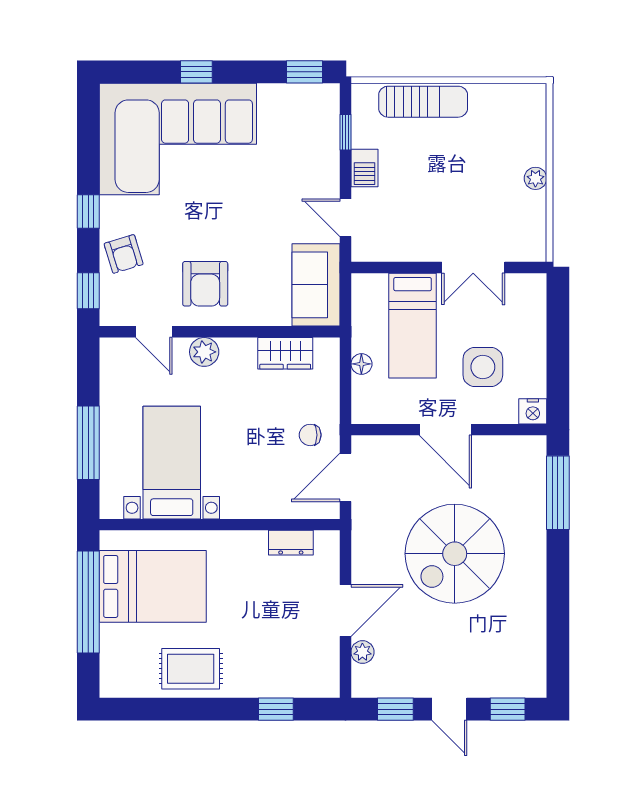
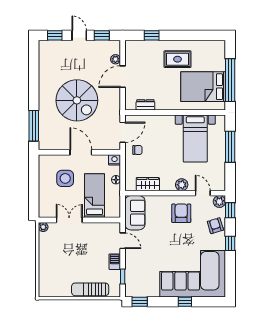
plant: (535, 178) -> (43, 227), moved
plant: (114, 312) -> (219, 202), added
nightstand: (533, 411) -> (114, 160), moved
spiral stairs: (455, 554) -> (77, 100), turned 90
rug: (191, 669) -> (177, 59), moved

